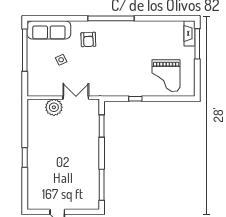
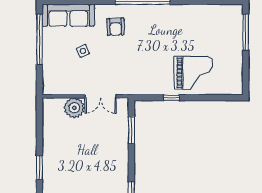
fireplace: (190, 33) -> (236, 19), removed
grand piano: (166, 76) -> (193, 73), moved, turned -90
double door: (76, 98) -> (101, 96), swing flipped

